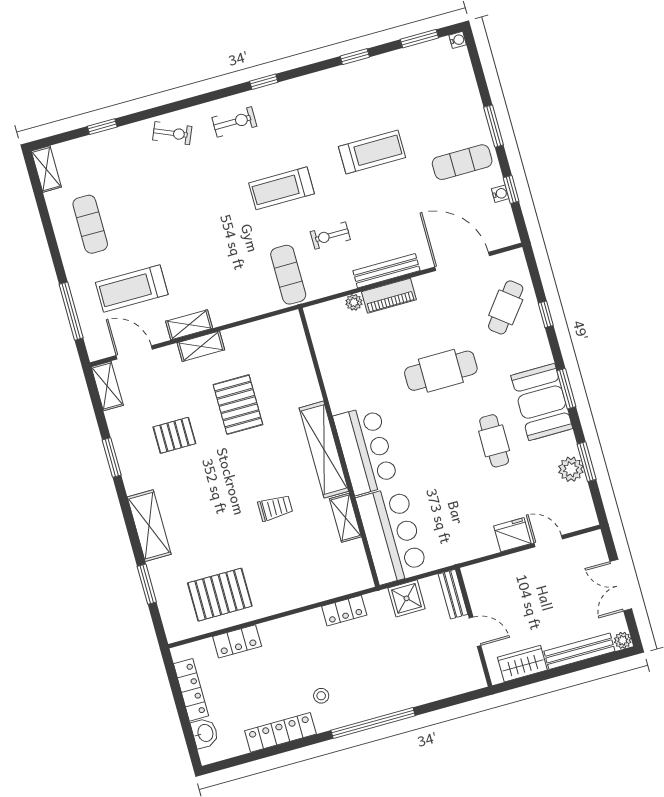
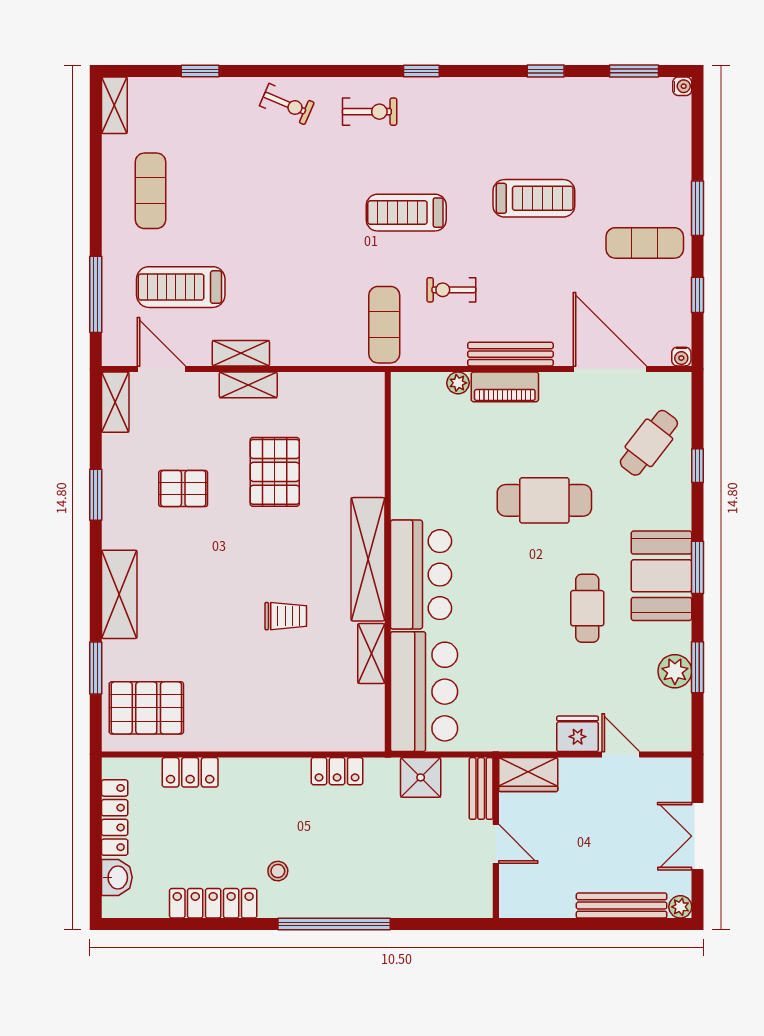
water cooler: (500, 194) -> (681, 357), moved, turned 90
pallet: (220, 595) -> (146, 708), moved
wardrobe: (522, 664) -> (528, 775), moved, turned 180

